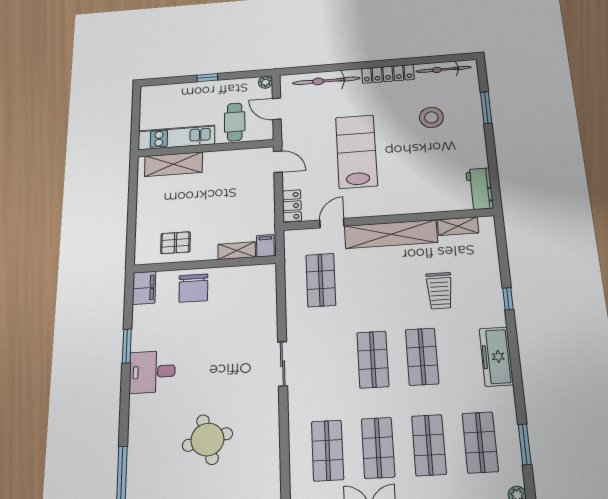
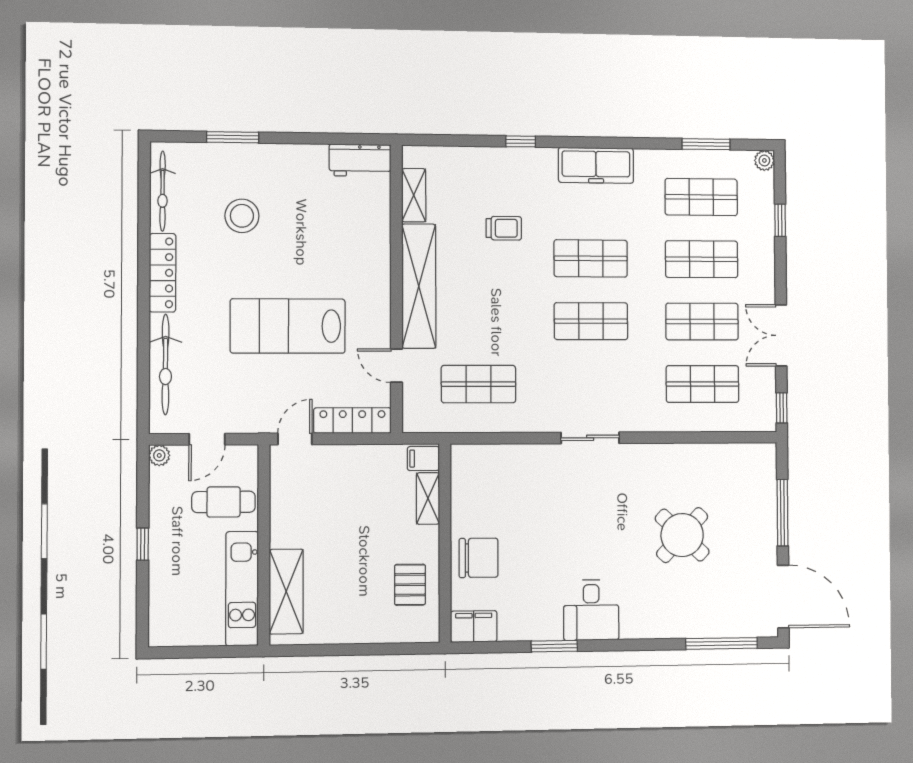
locker: (292, 206) -> (352, 421), width x1.53
trolley: (440, 291) -> (504, 228), width x0.73, depth x0.72
round table: (207, 440) -> (682, 535), turned -33

